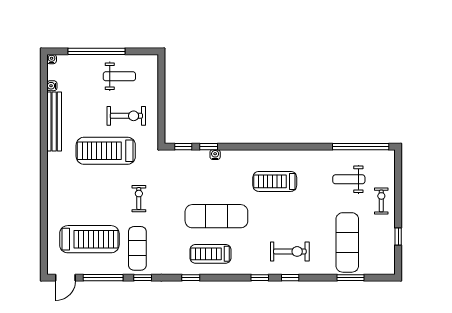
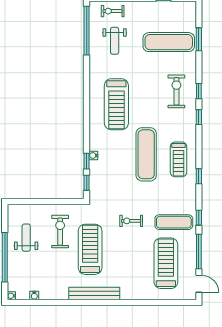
bench: (54, 121) -> (94, 294), moved
treadmill: (106, 151) -> (90, 249), turned 180
treadmill: (275, 181) -> (116, 104), width x1.37, depth x1.38
exercise bike: (381, 201) -> (113, 11), moved

